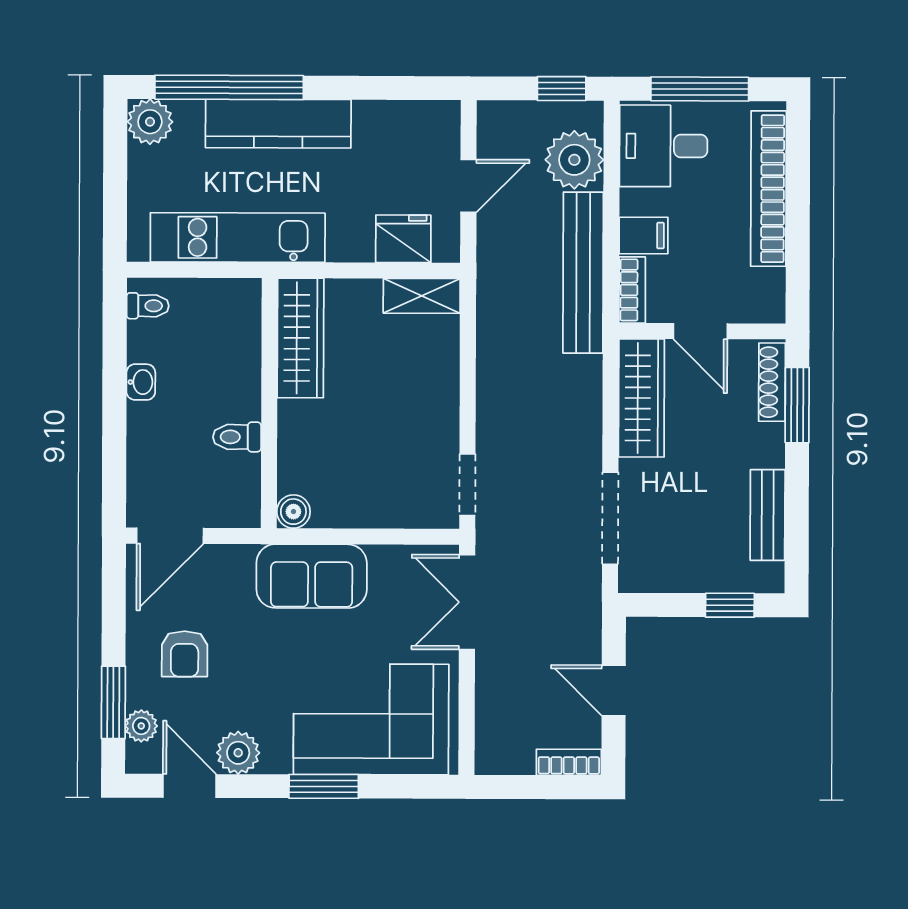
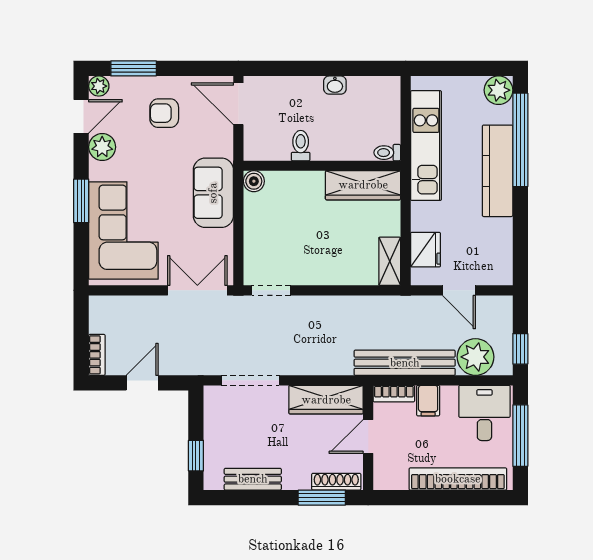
toilet: (148, 306) -> (387, 153), moved, turned 90
plant: (141, 726) -> (99, 86), moved

